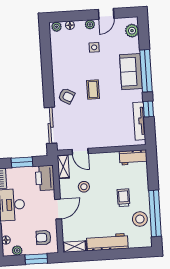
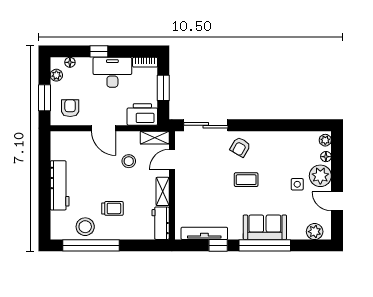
plant: (90, 24) -> (320, 176), width x1.87, depth x1.87
shelving: (75, 247) -> (163, 191), moved

